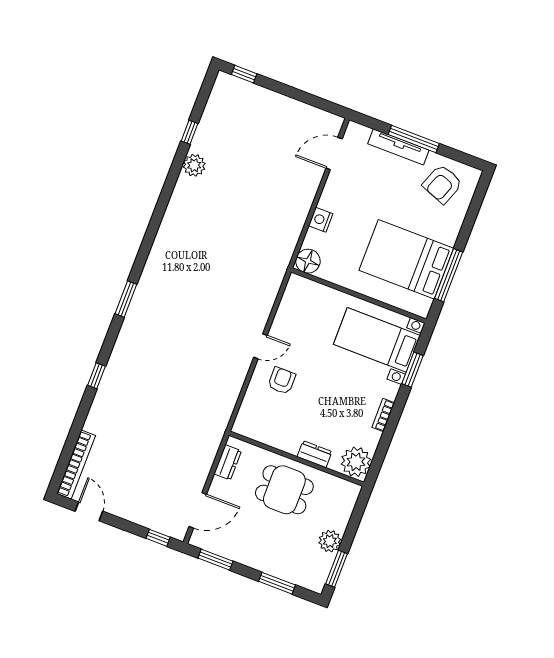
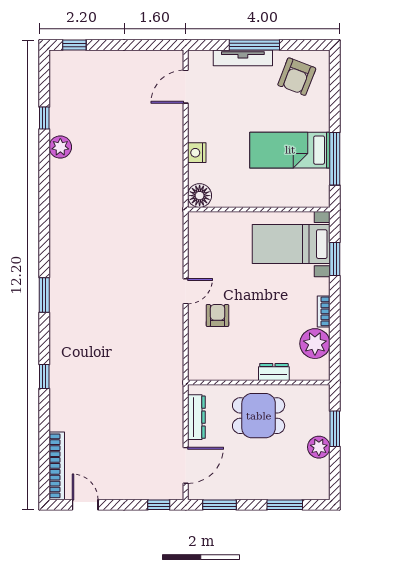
bed: (406, 259) -> (290, 150), width x0.67
dresser: (228, 462) -> (196, 417), width x1.44
plant: (356, 462) -> (315, 344), moved
window: (336, 569) -> (335, 429), moved

